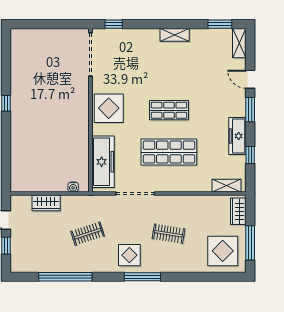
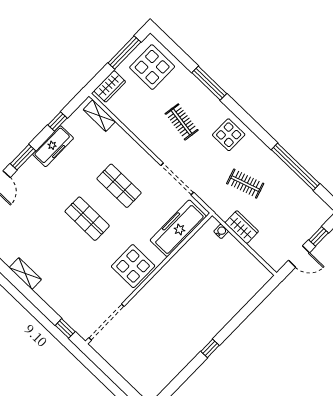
shop shelf: (169, 152) -> (119, 186), width x0.70, depth x0.74
wardrobe: (46, 203) -> (242, 227), moved
window: (142, 277) -> (209, 83), moved

